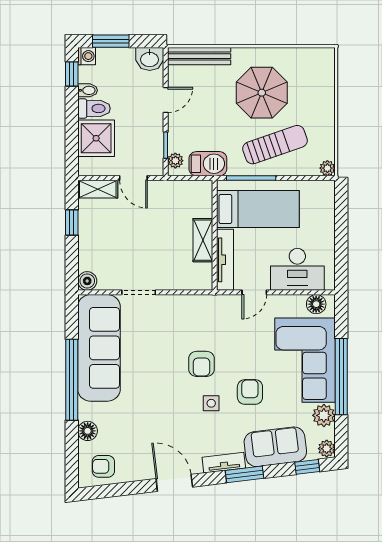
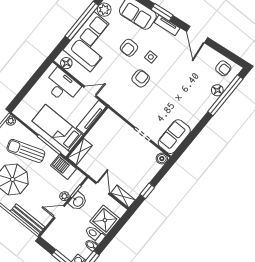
washbasin: (150, 59) -> (78, 201), moved, turned 90
plant: (175, 161) -> (64, 196), moved
shelving: (203, 240) -> (80, 152), moved
sofa: (99, 348) -> (174, 137), width x0.54, depth x0.79
window: (72, 380) -> (225, 95), moved

